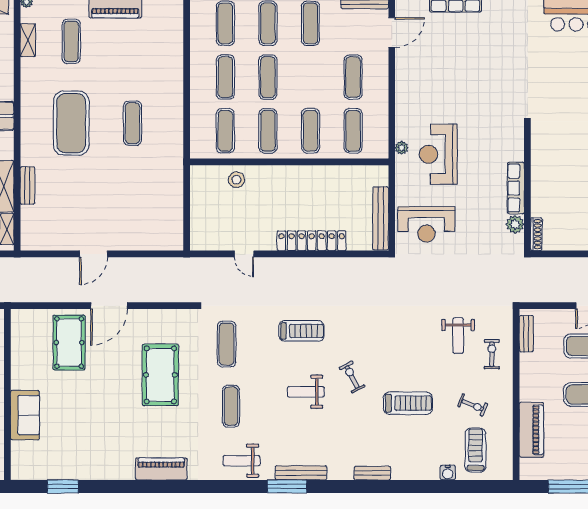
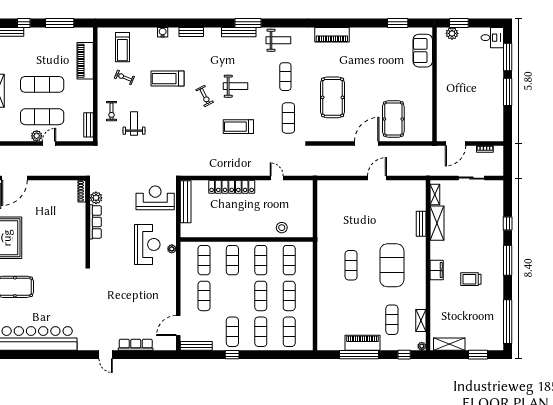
sofa: (25, 415) -> (423, 51), moved
water cooler: (448, 473) -> (163, 32), moved

